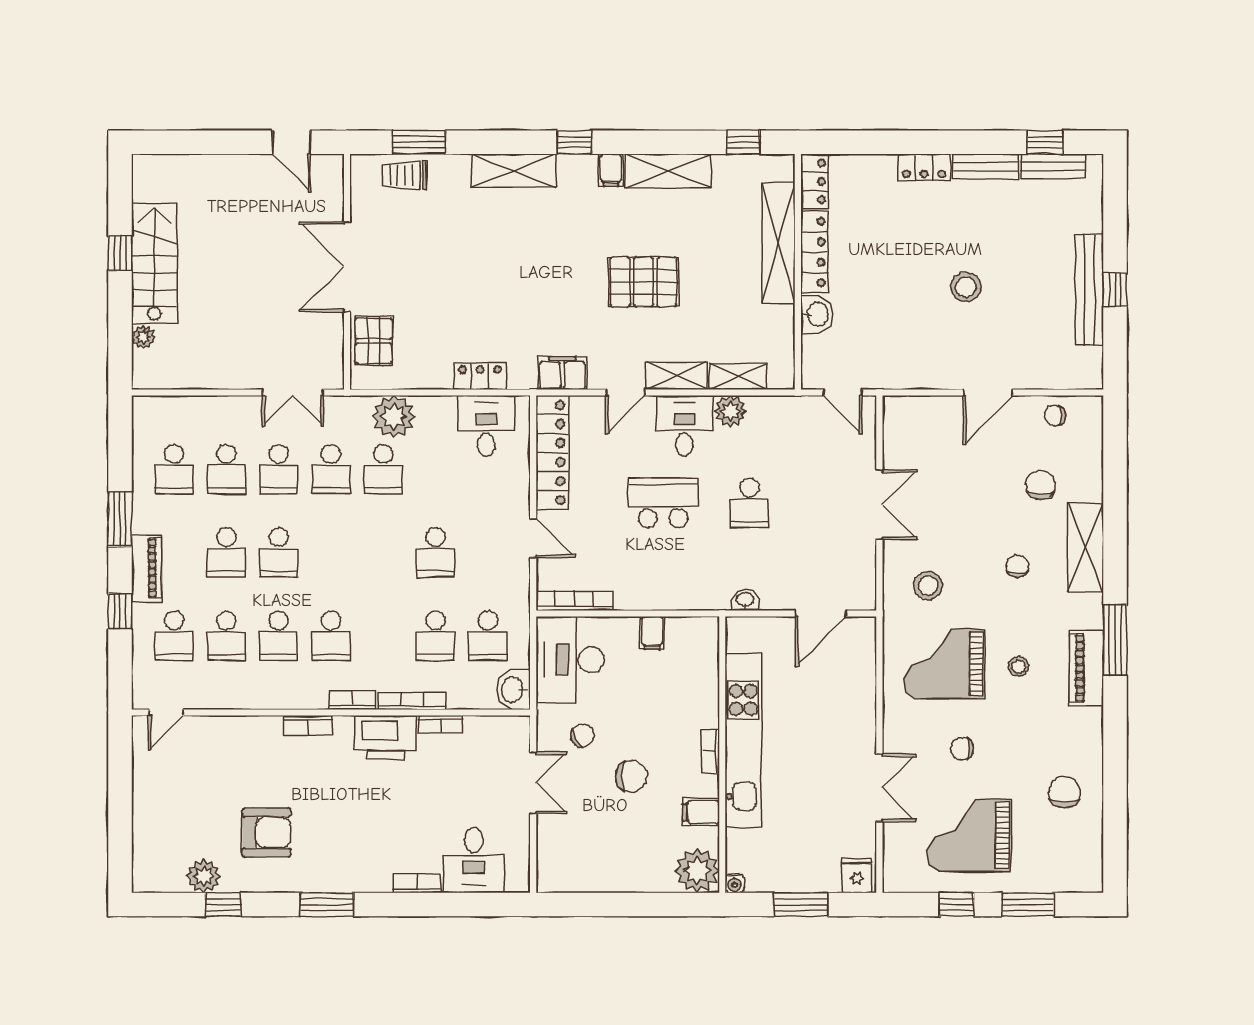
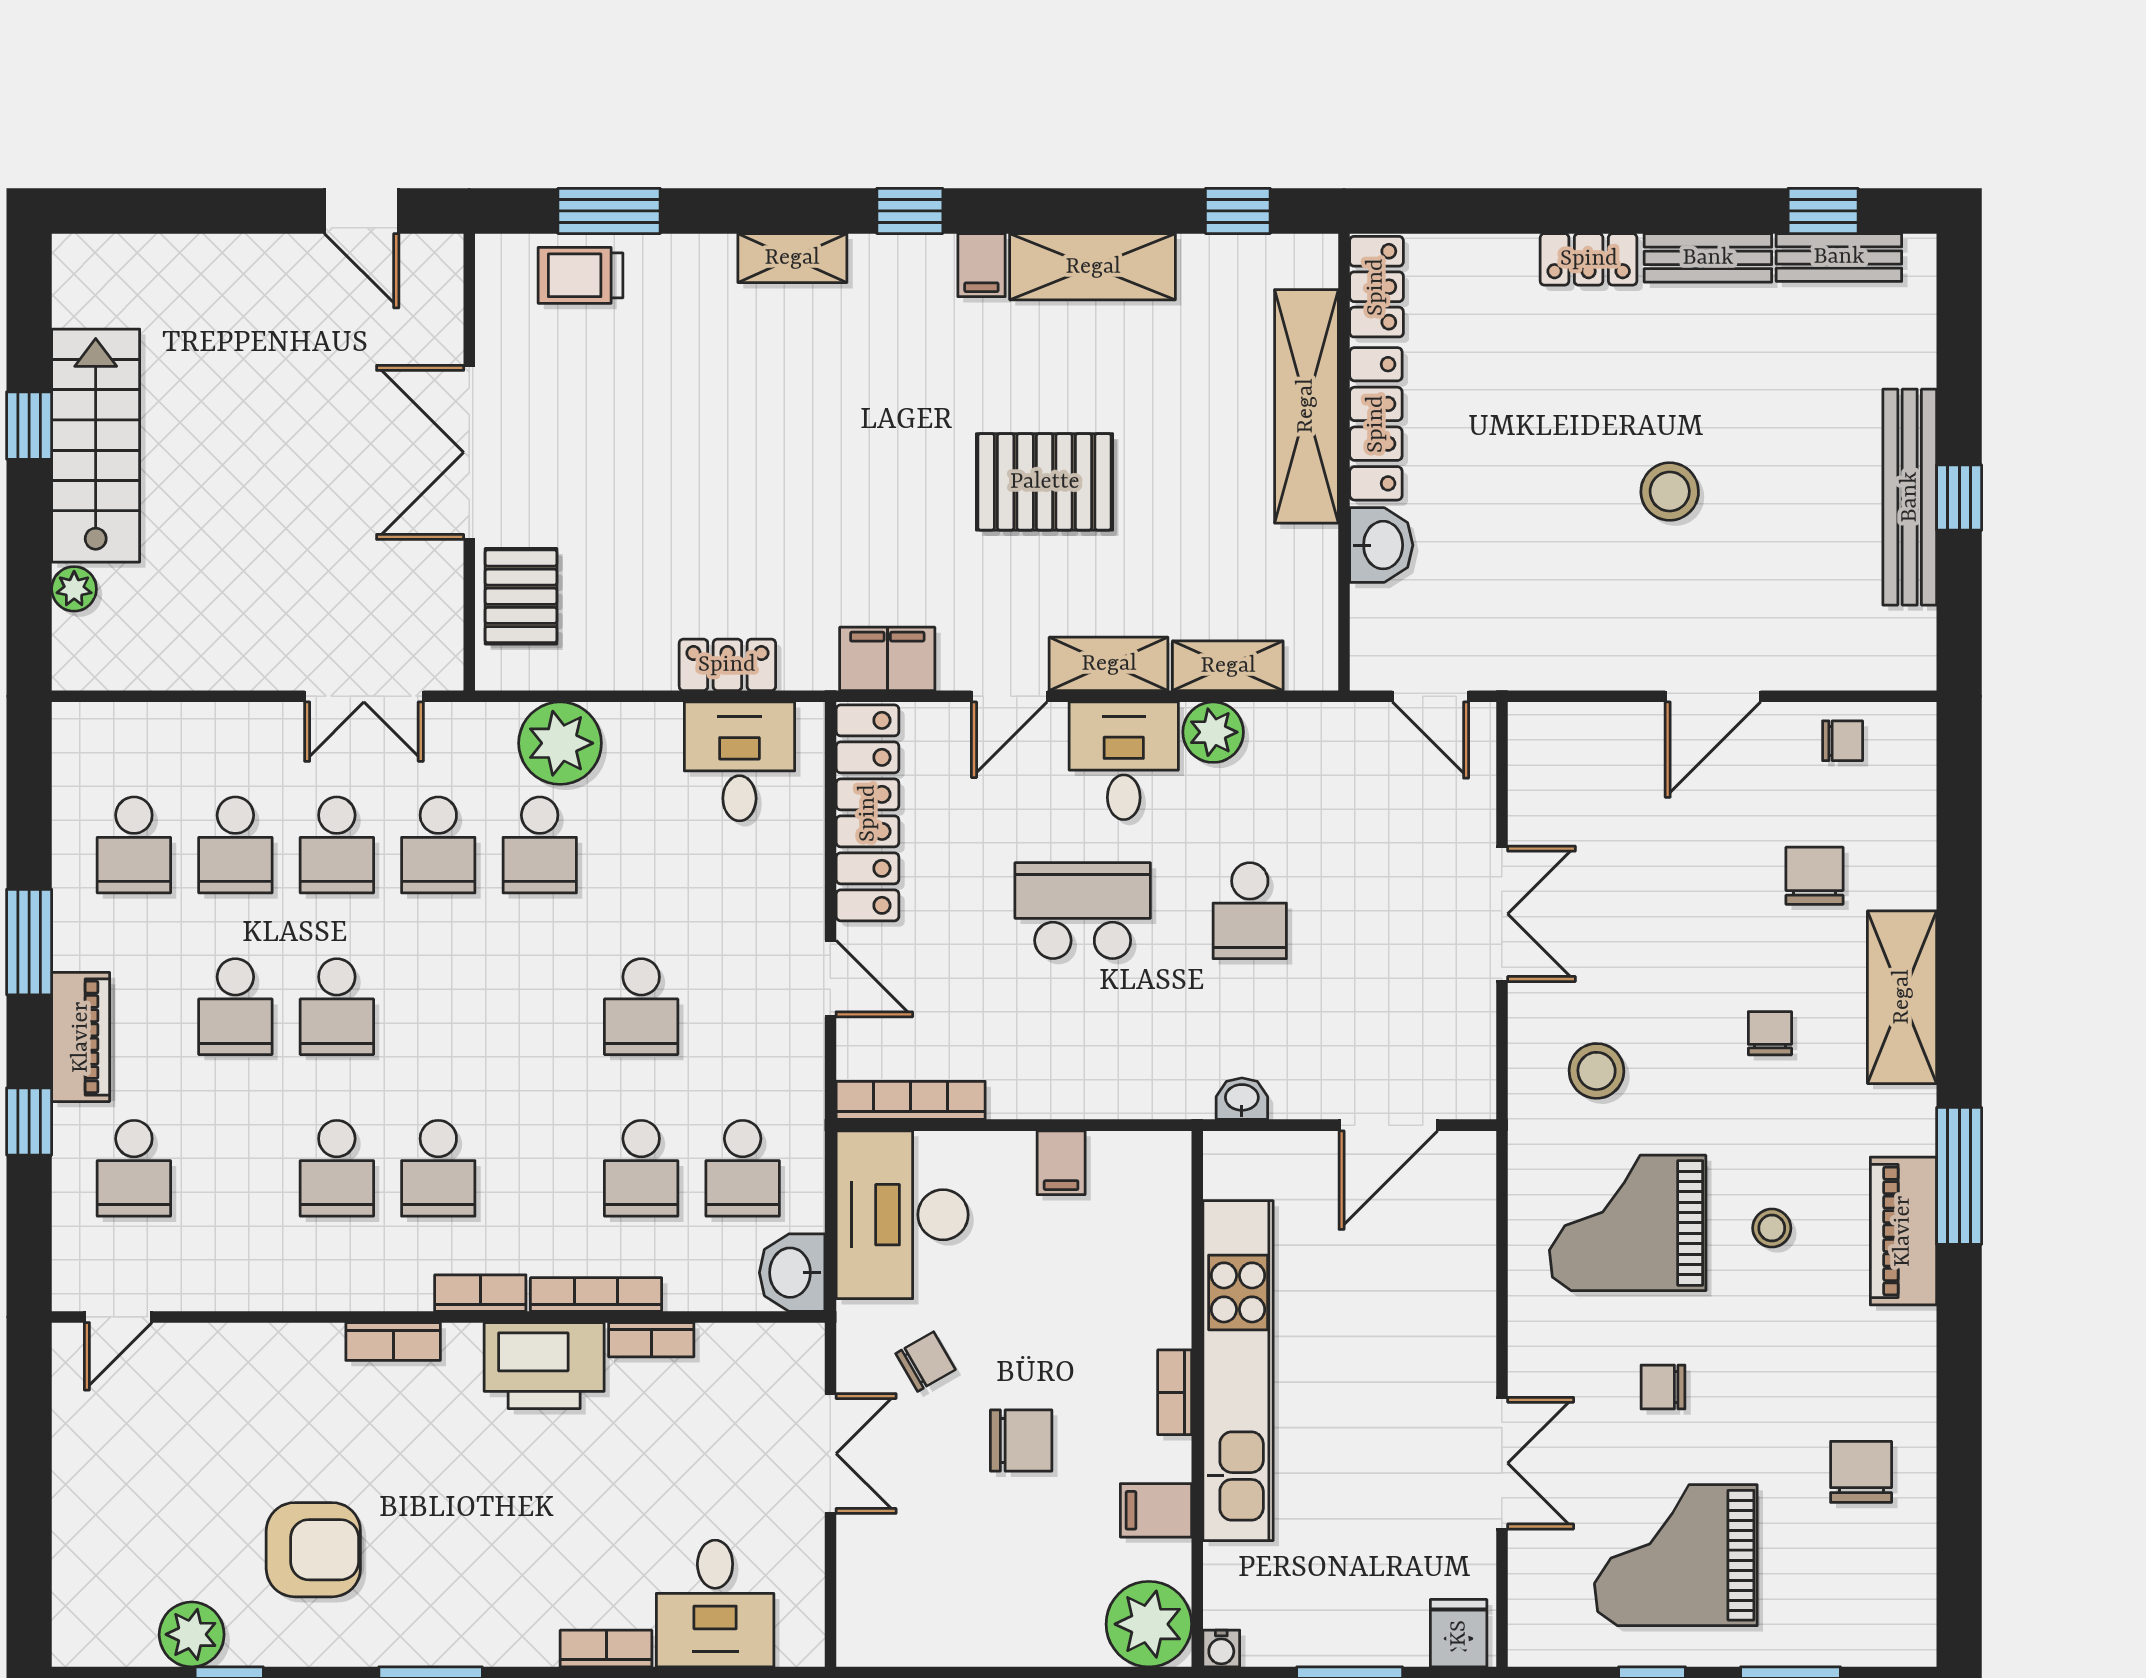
shelving: (514, 171) -> (792, 258), width x0.67, depth x0.75
chair: (1055, 415) -> (1843, 741), turned 180
school desk: (226, 636) -> (235, 1168), removed

